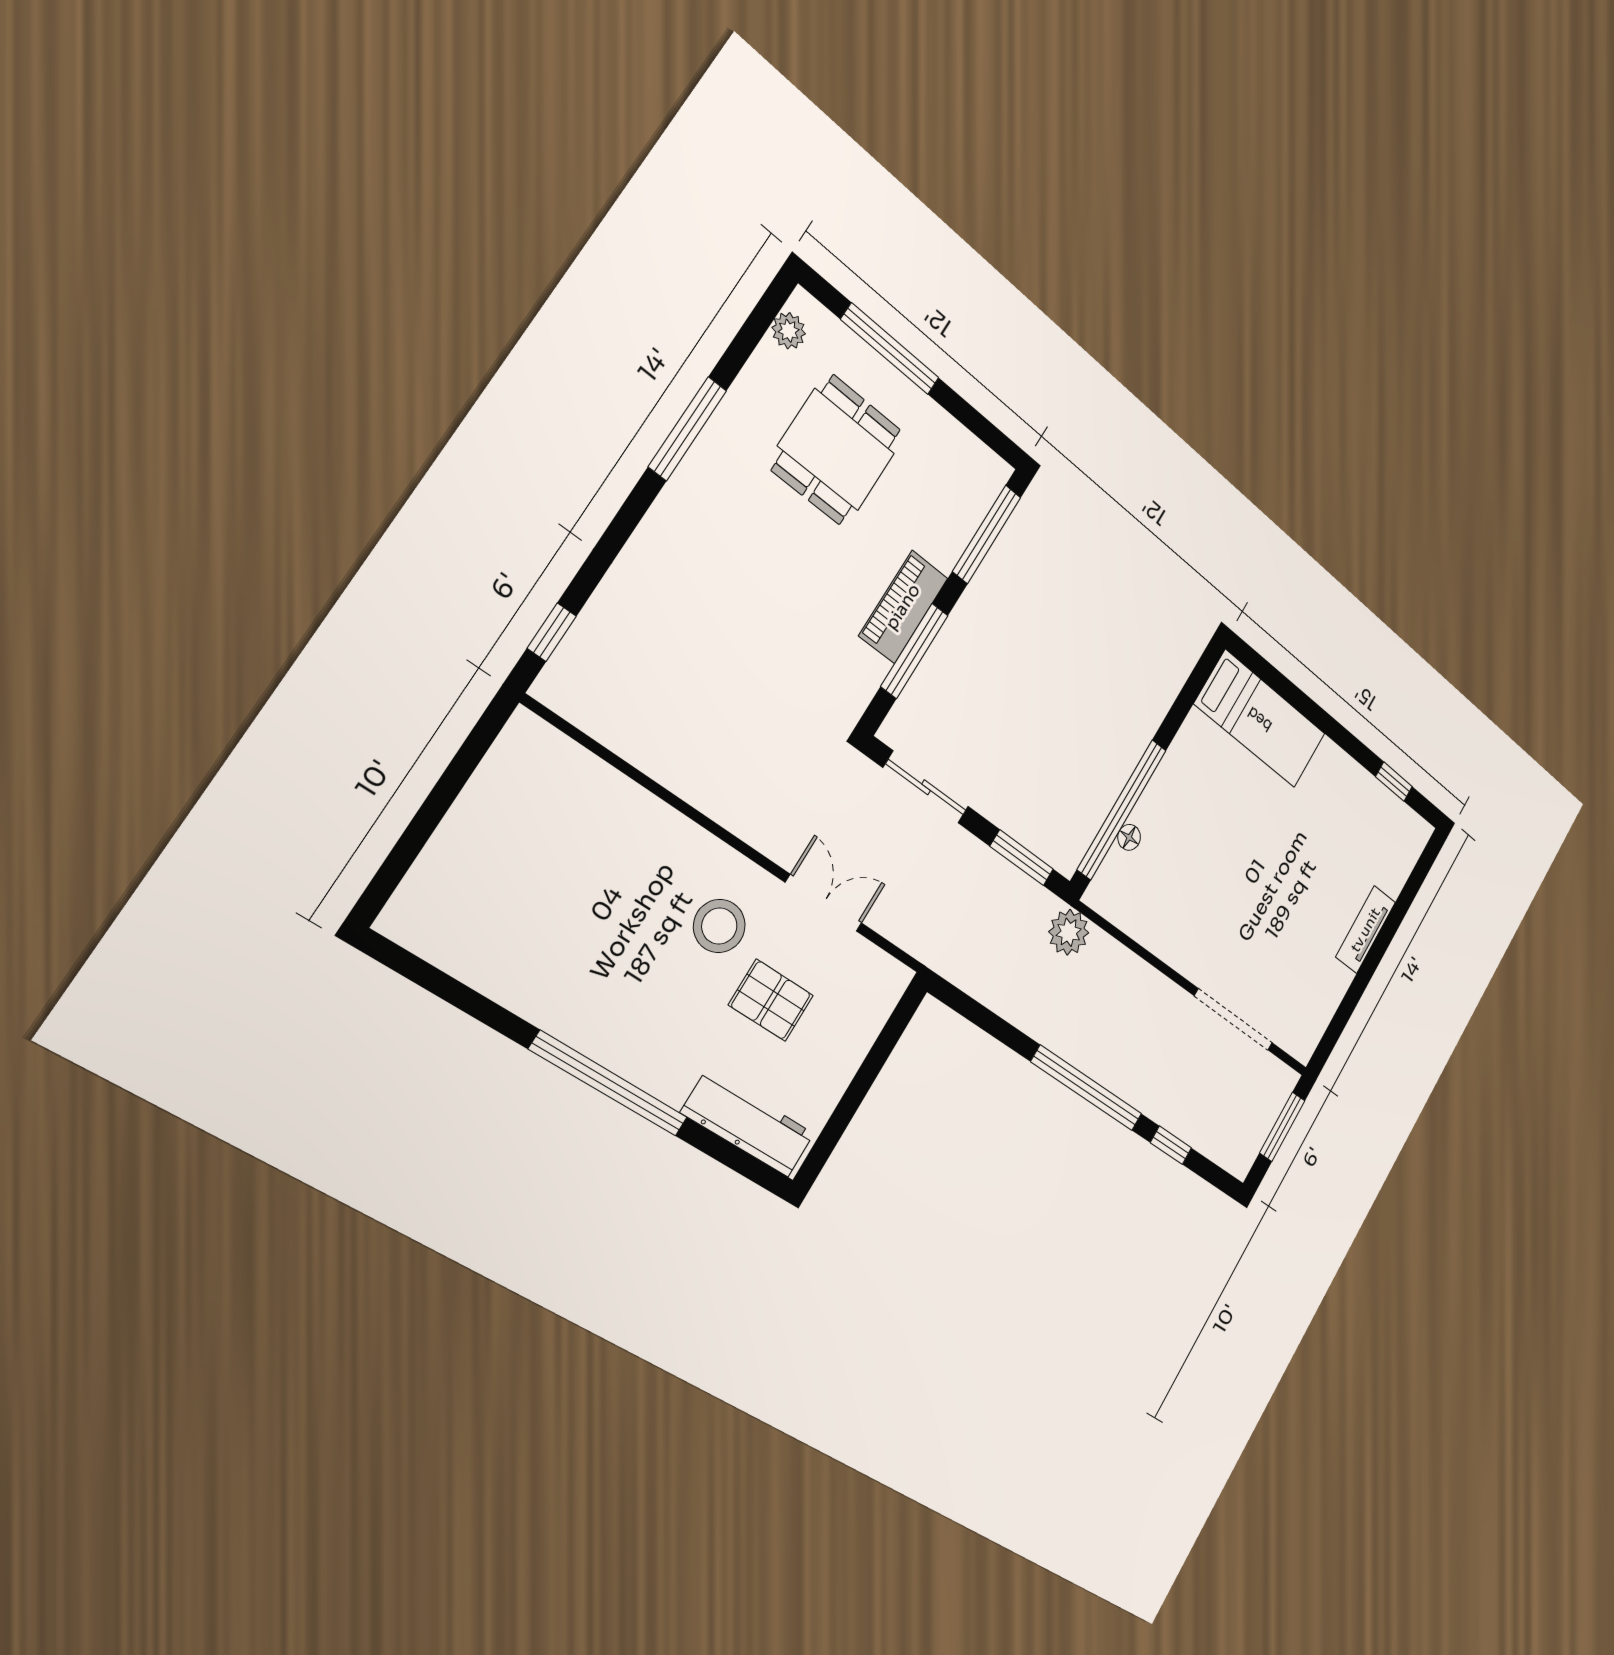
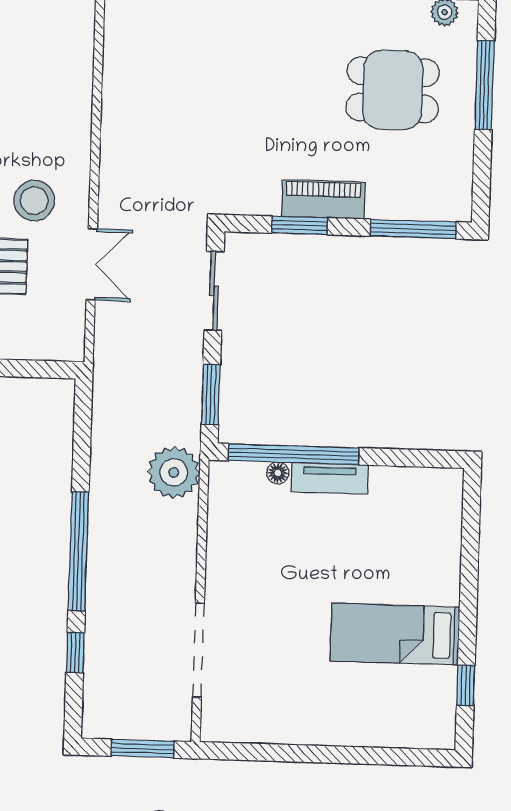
window: (914, 651) -> (299, 225), width x0.69
bed: (1260, 719) -> (395, 634), moved, turned 90
tv unit: (1366, 930) -> (330, 478), moved, turned 180
plant: (1069, 932) -> (174, 472), width x1.36, depth x1.36

